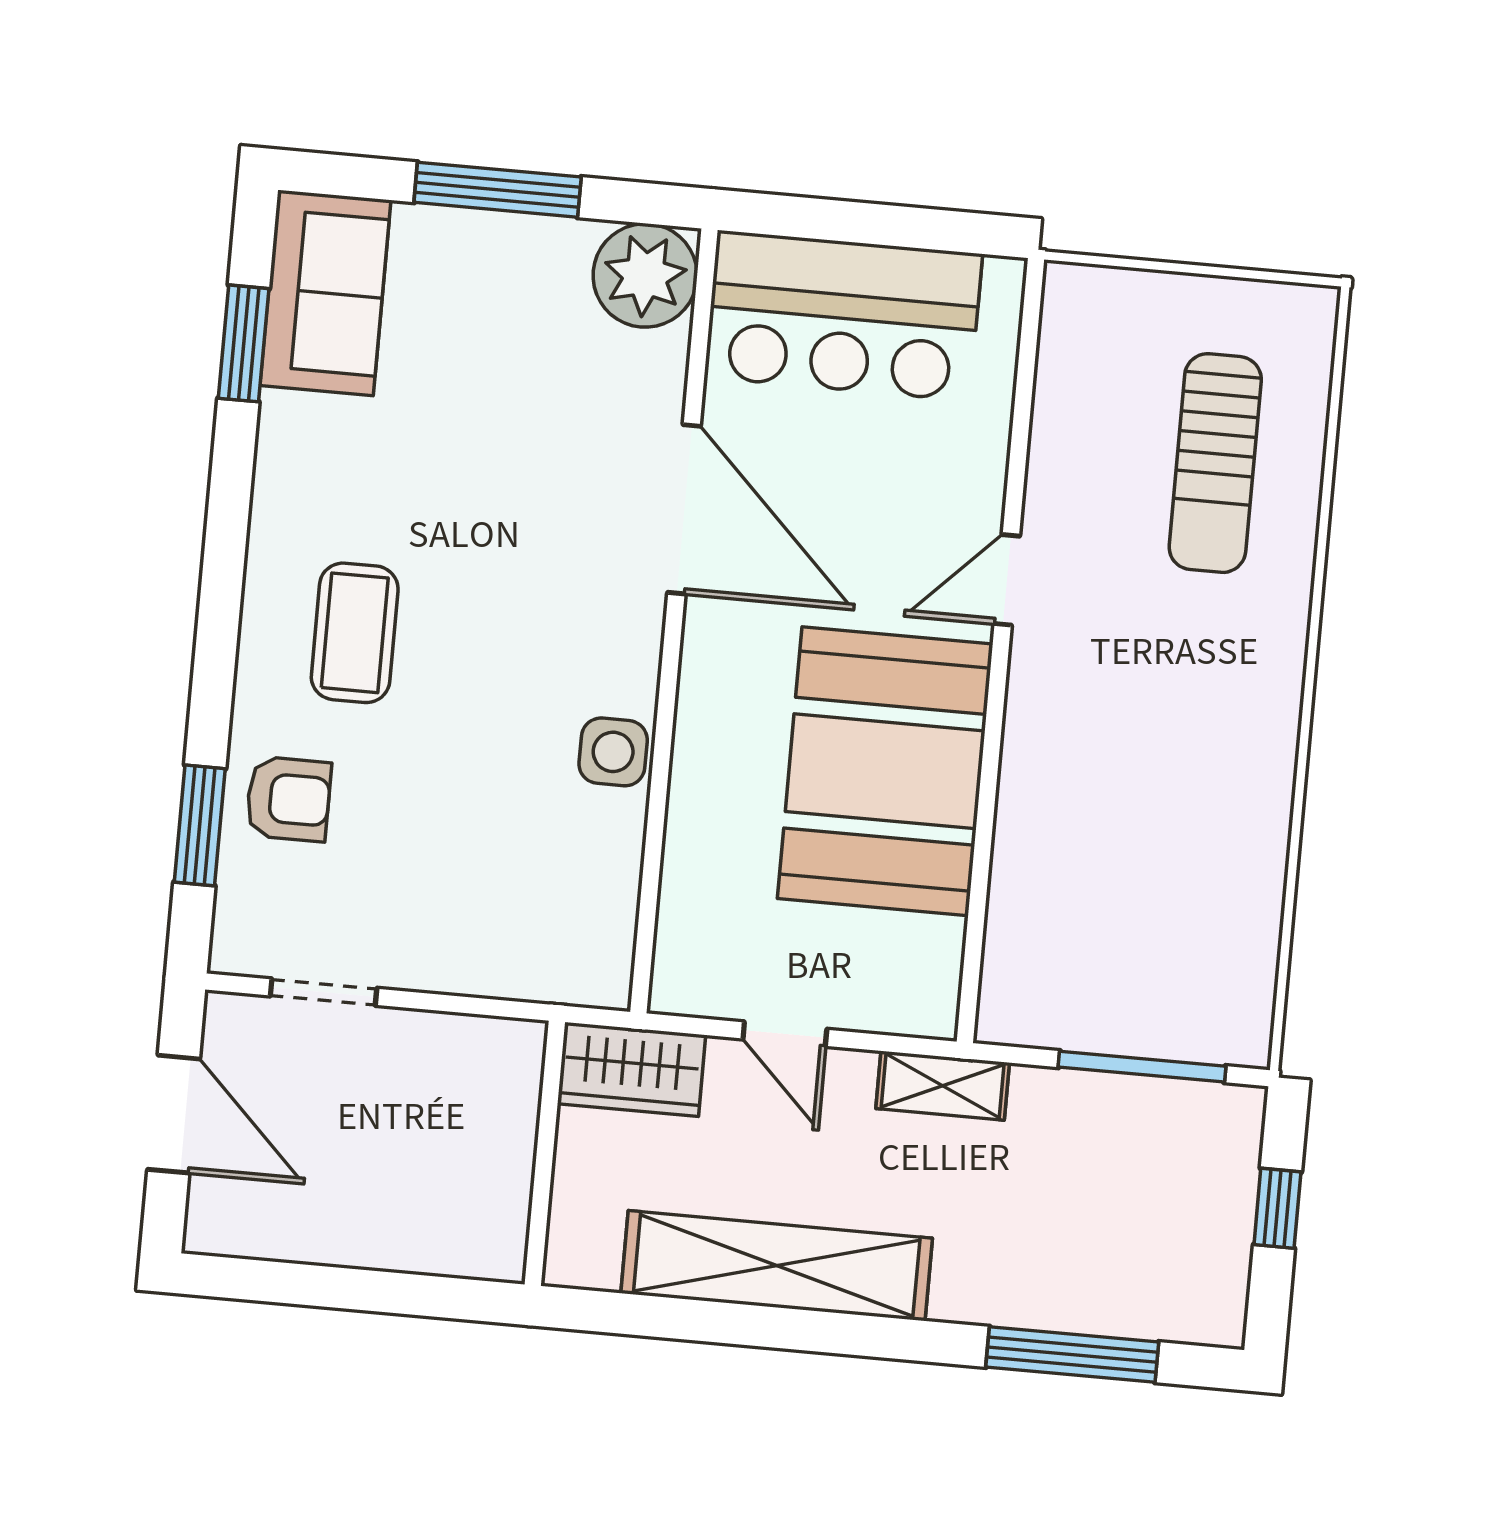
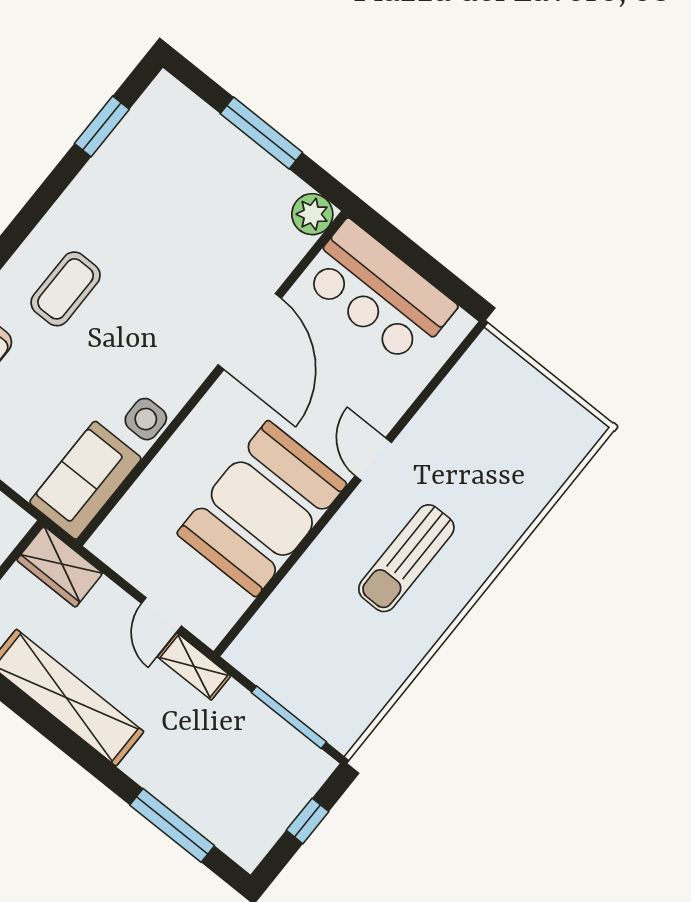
plant: (645, 275) -> (312, 214), width x0.73, depth x0.73
sofa: (325, 293) -> (85, 480), moved, turned 180
sun lounger: (1215, 463) -> (406, 558), moved
door: (1007, 580) -> (373, 459), hinge flipped
door: (785, 1034) -> (161, 615), moved

